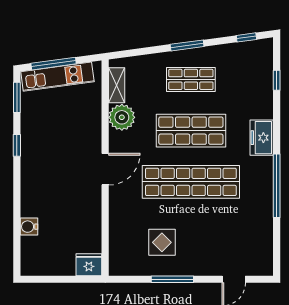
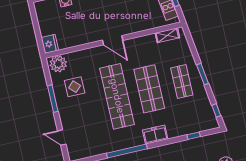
plant: (122, 117) -> (58, 64), moved

